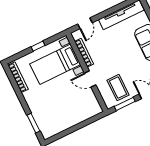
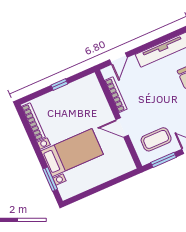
bed with nightstands: (55, 64) -> (72, 153), moved, turned 180
coffee table: (118, 88) -> (156, 139), turned 90

